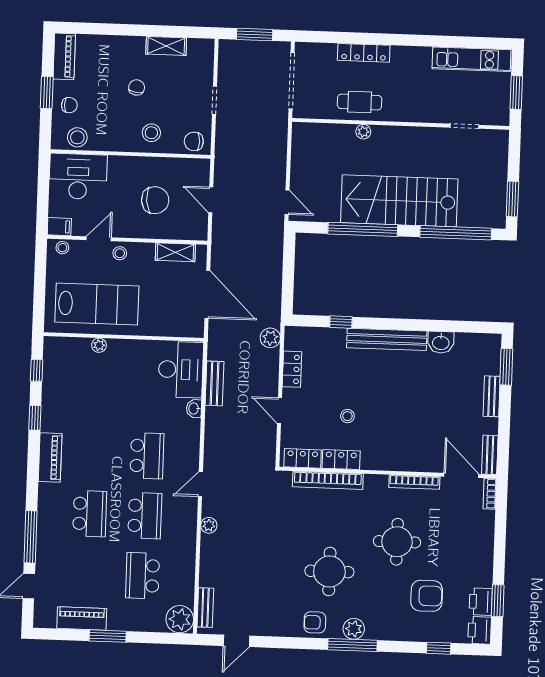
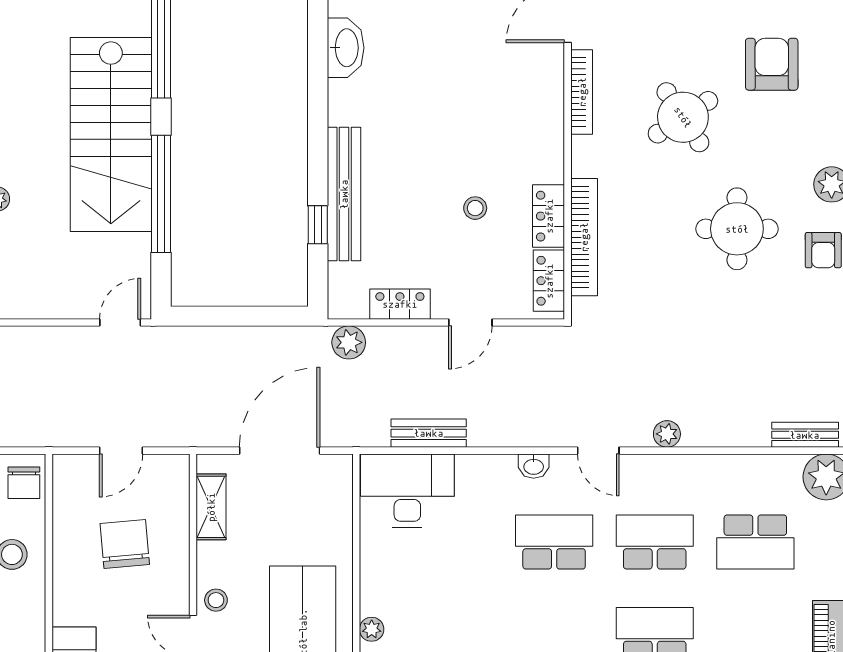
bench: (387, 339) -> (344, 194), moved
washbasin: (441, 342) -> (346, 48), width x1.38
washbasin: (194, 409) -> (534, 466), moved
round table: (397, 542) -> (683, 117), turned -33

